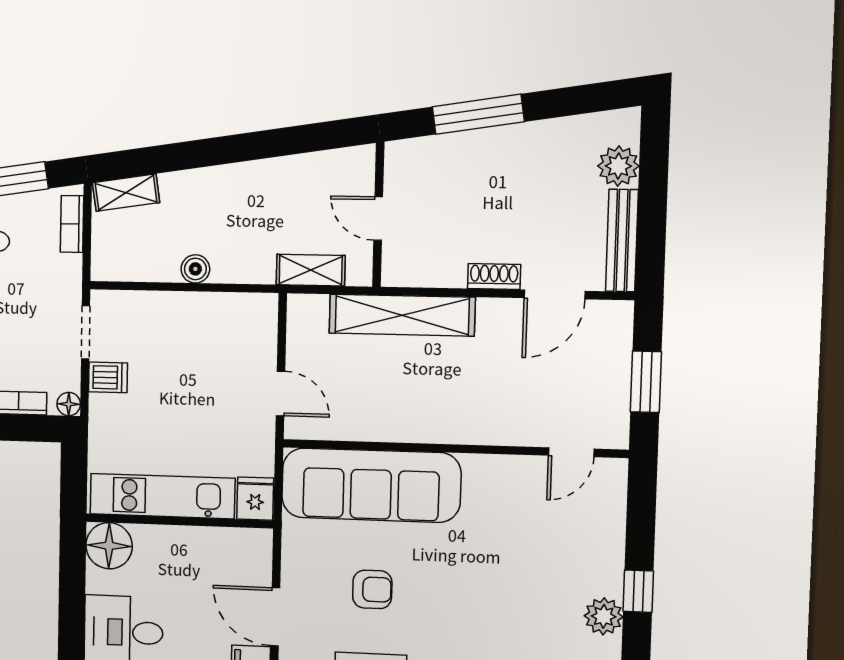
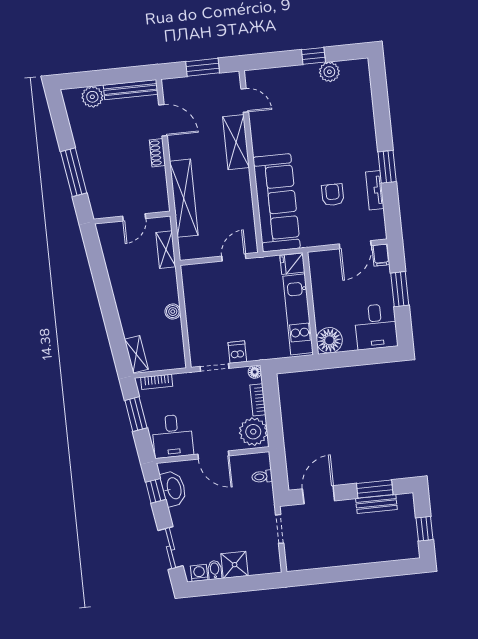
shelving: (494, 426) -> (236, 142), added

